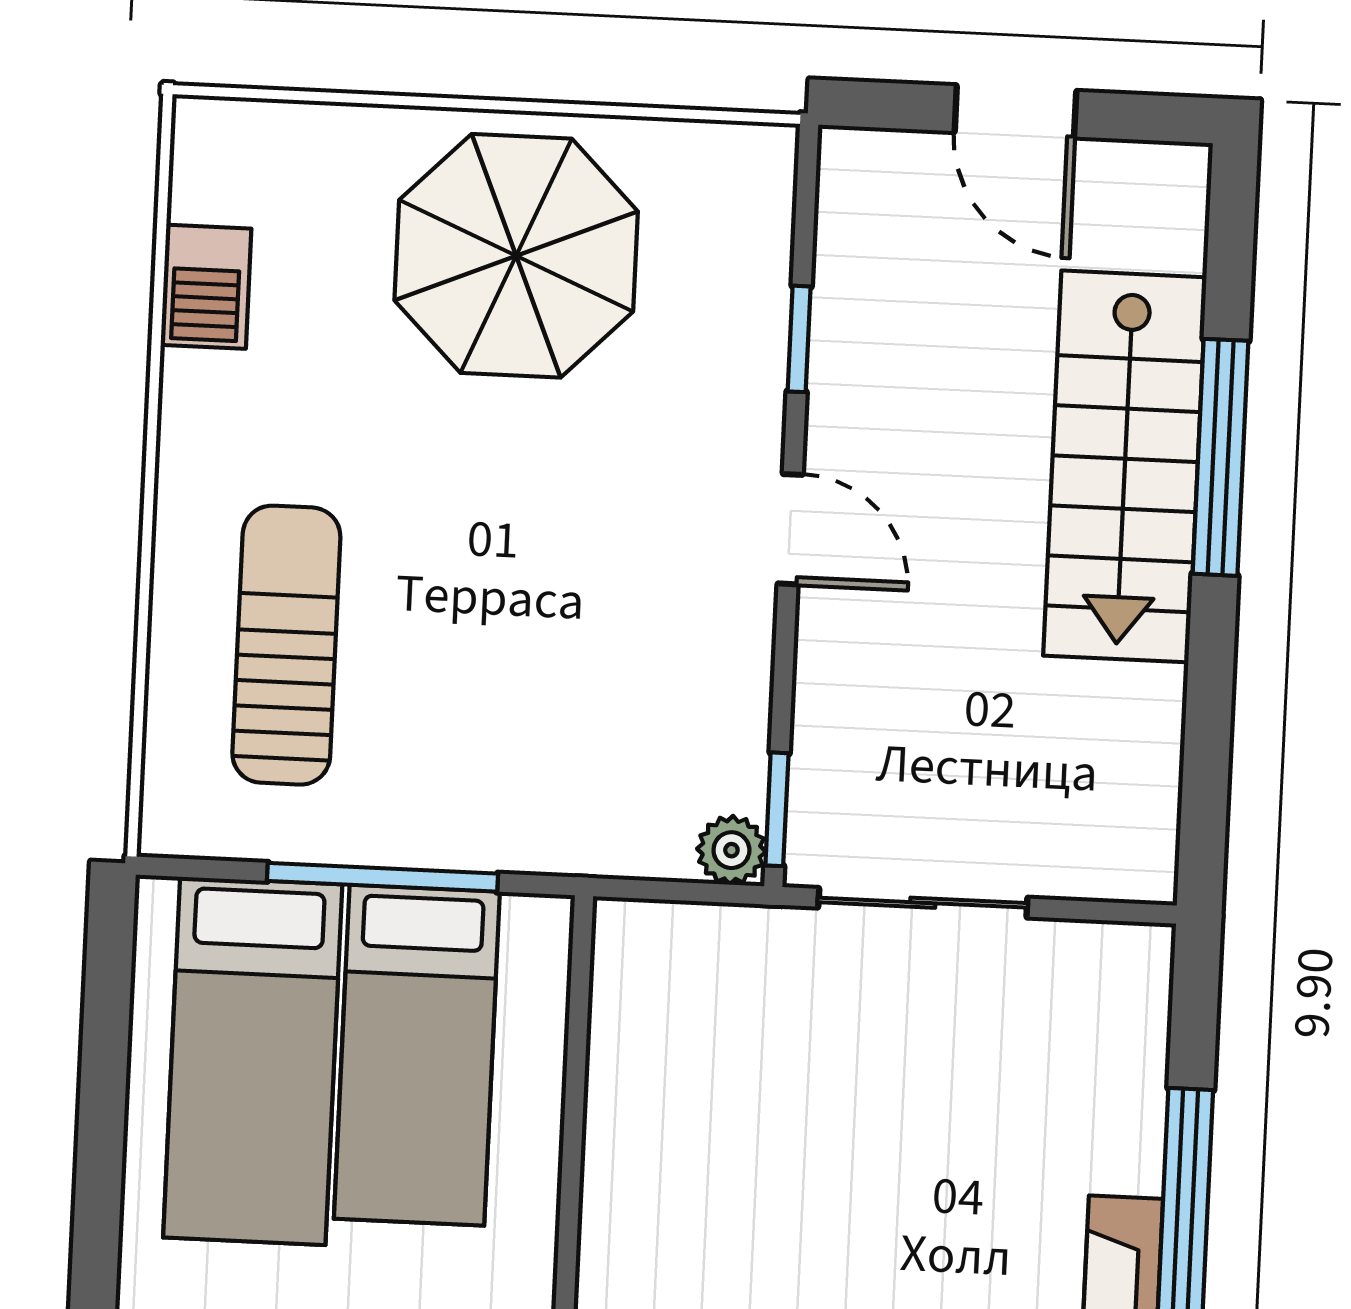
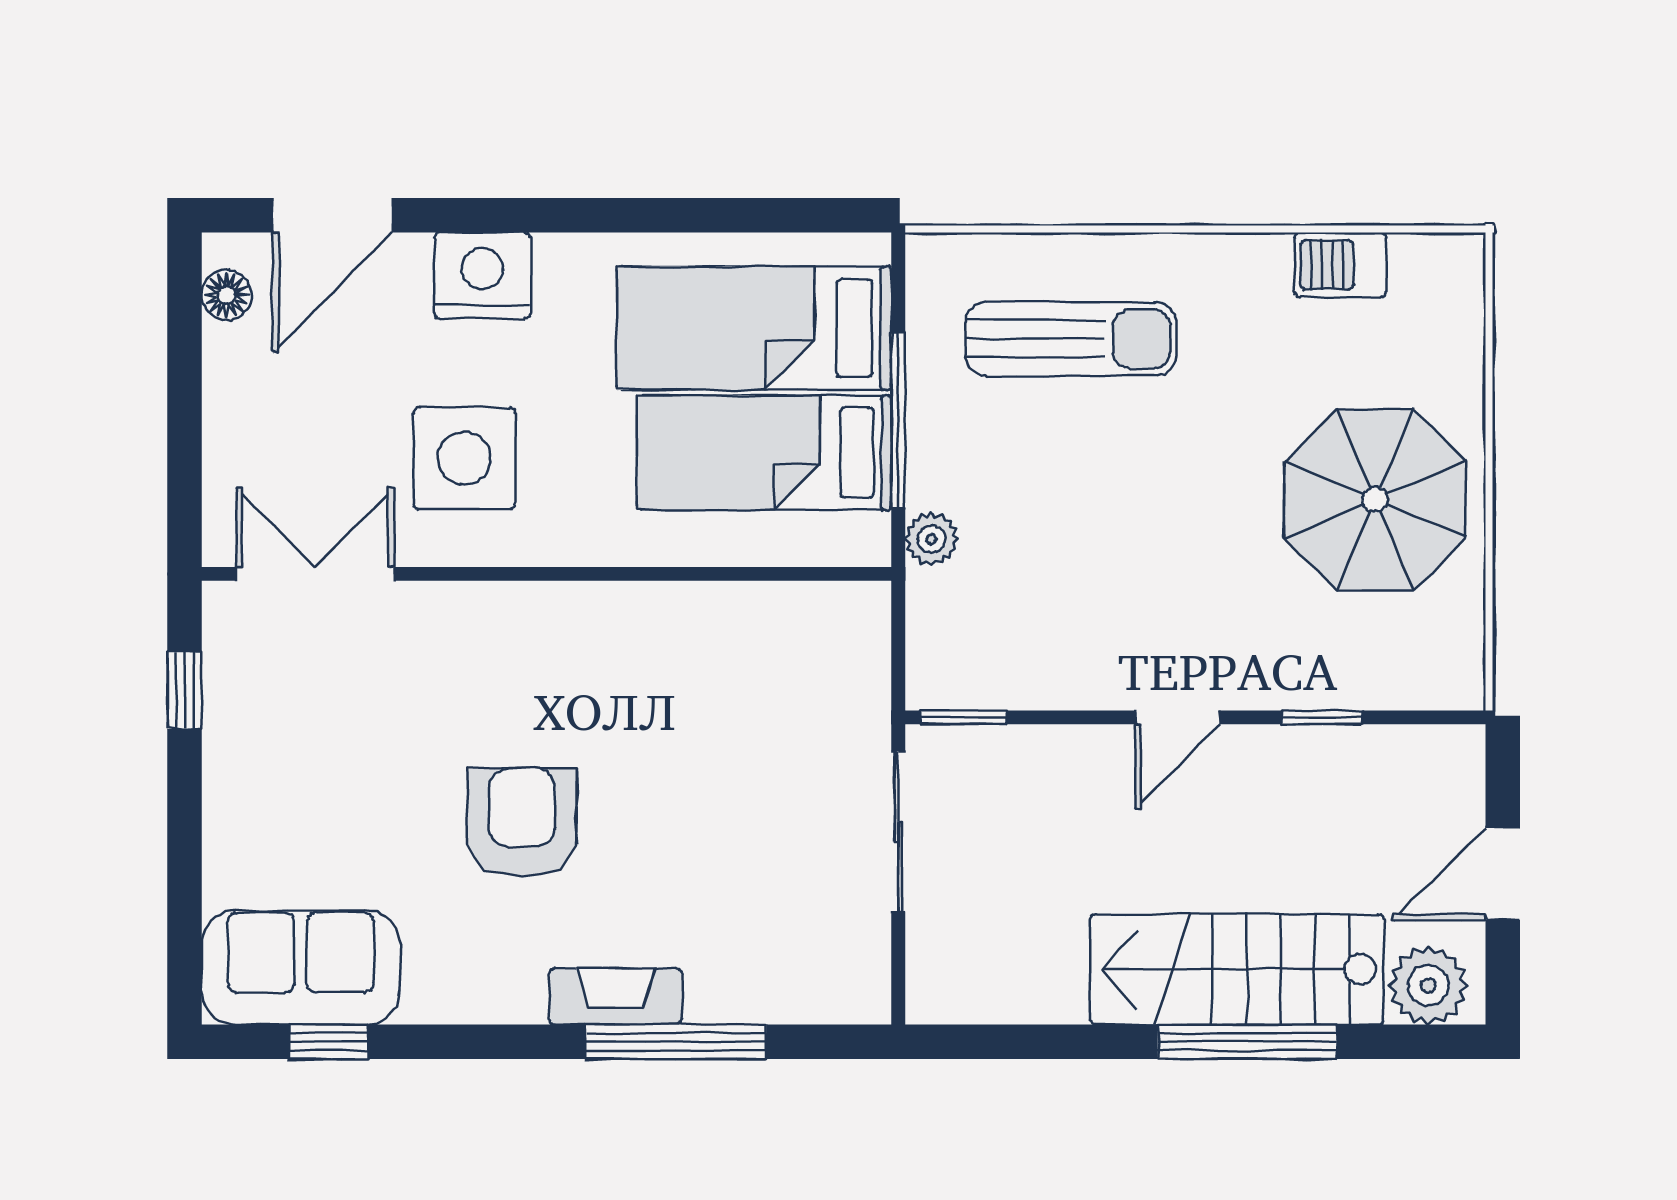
plant: (1158, 216) -> (1428, 985), added
plant: (731, 850) -> (931, 539), moved

